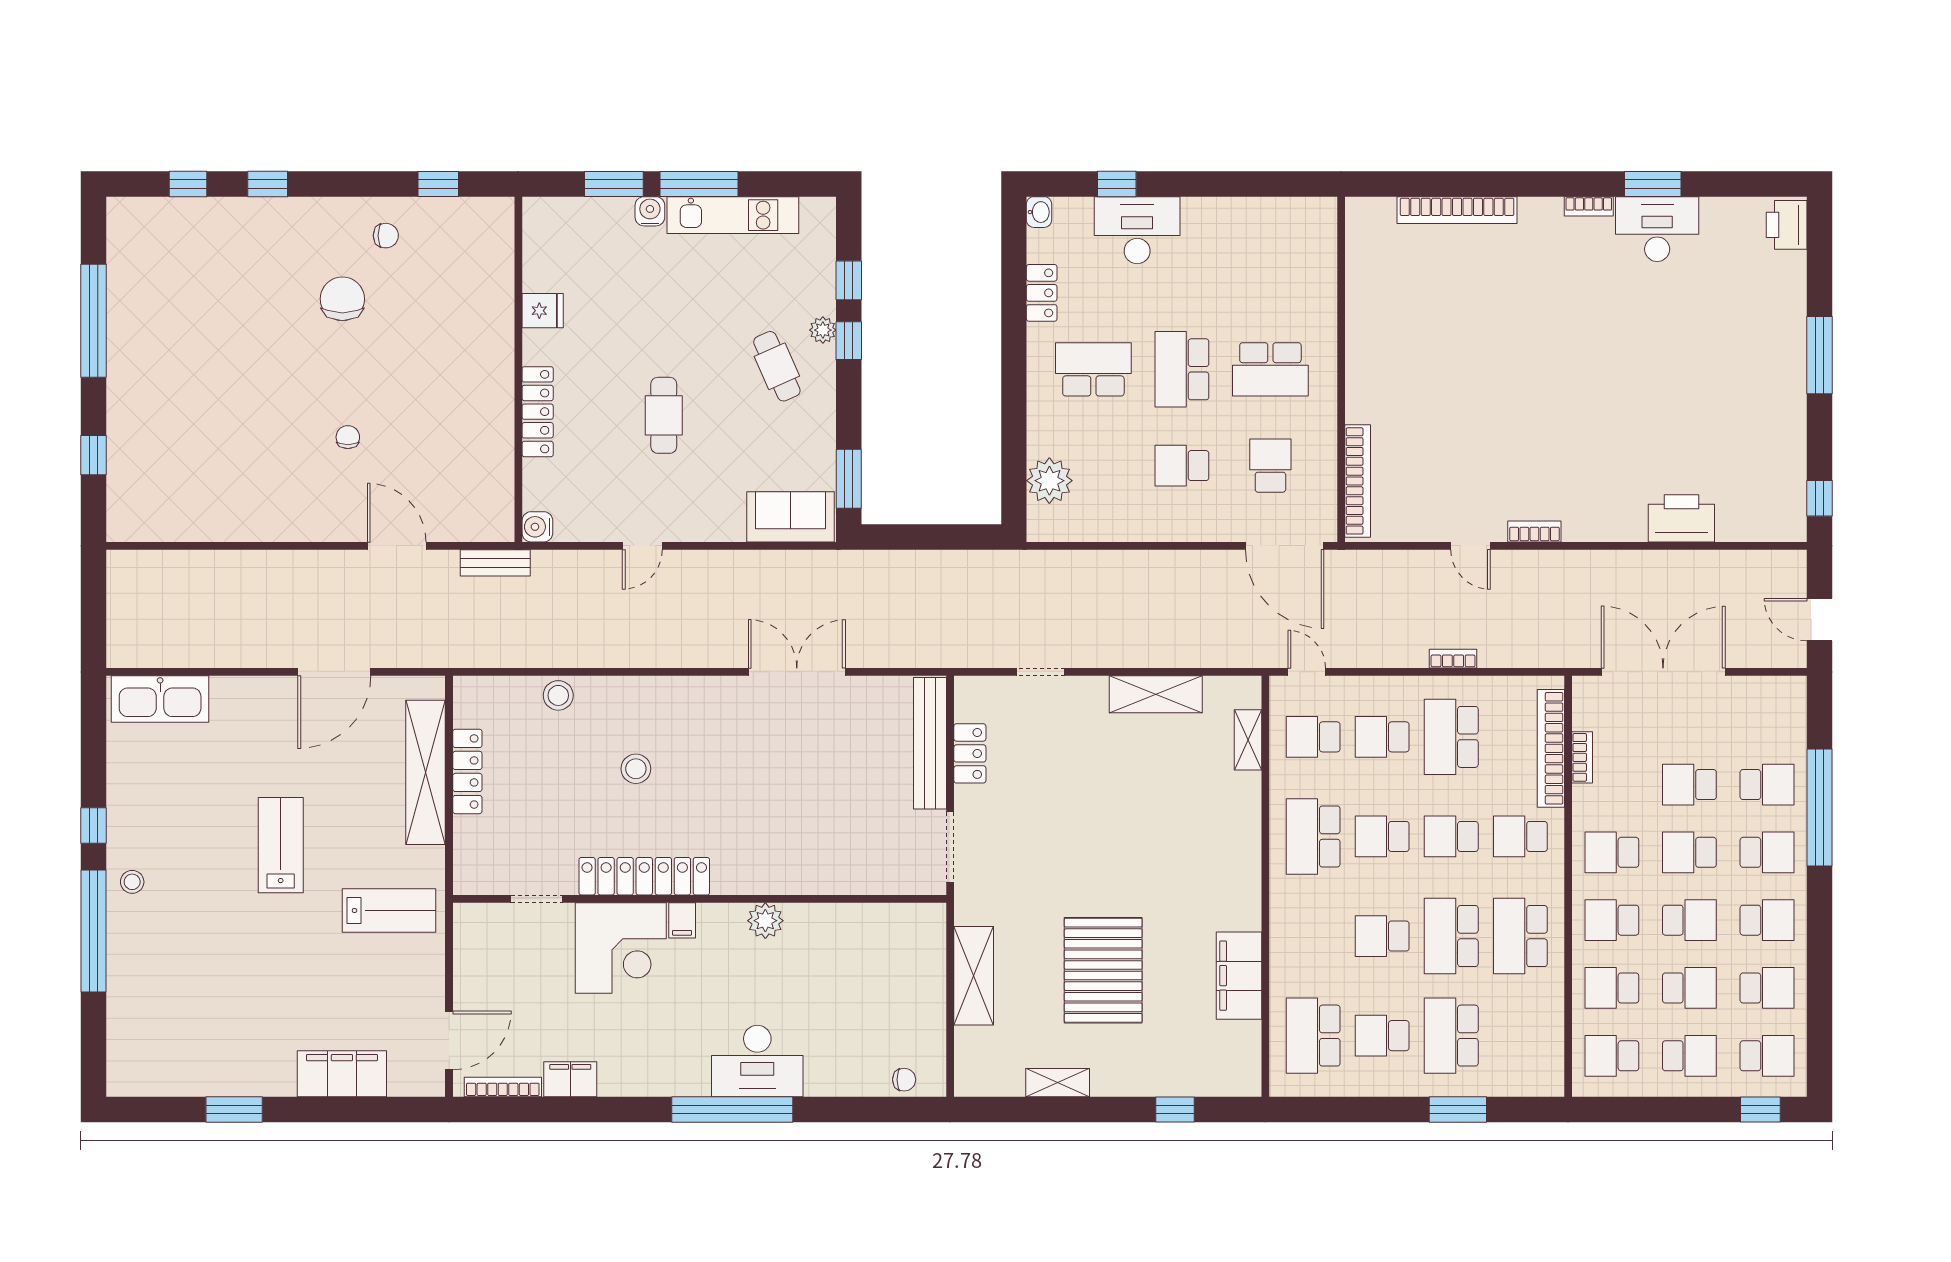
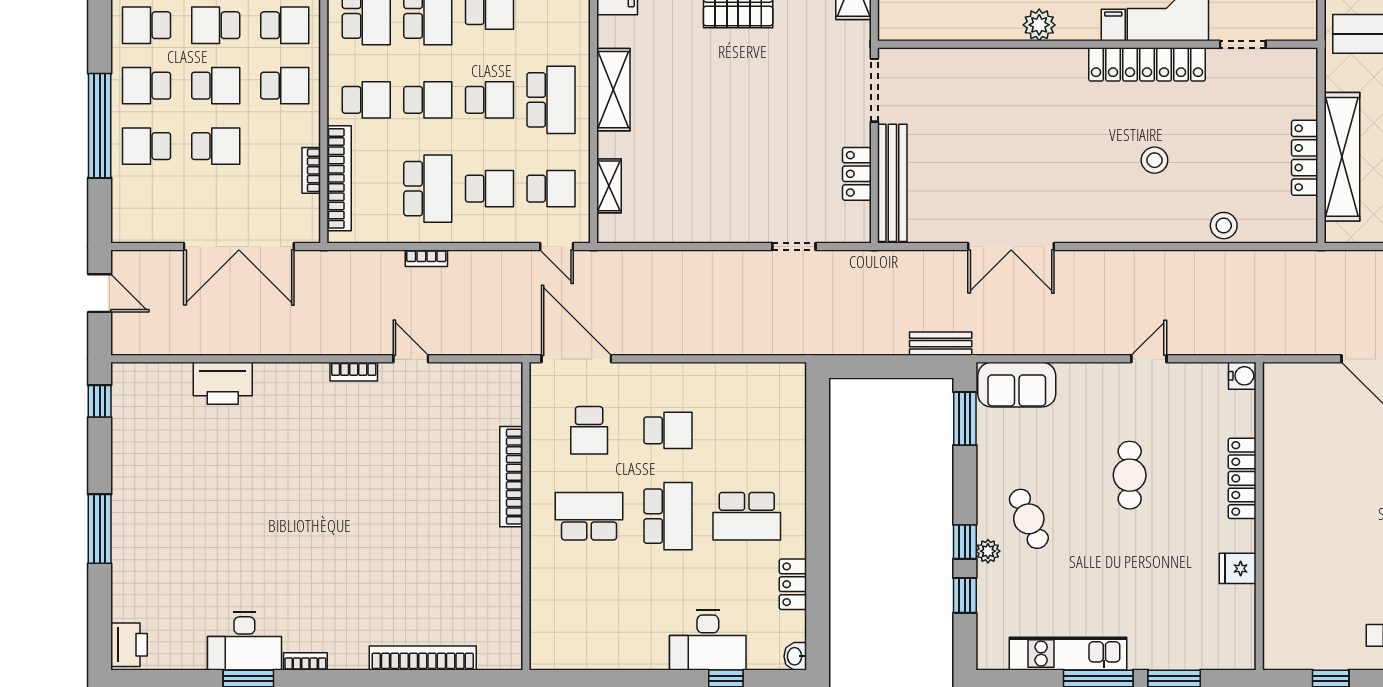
water cooler: (650, 211) -> (1142, 657), removed
plant: (1049, 481) -> (786, 417), removed
bookcase: (1358, 481) -> (511, 477), moved
bench: (495, 563) -> (941, 344), moved
shelving: (1156, 694) -> (613, 90), moved, turned 90

